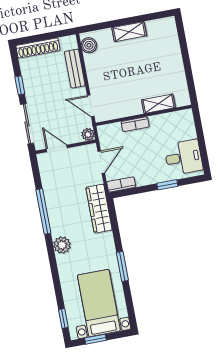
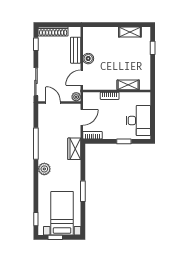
shelving: (129, 32) -> (130, 32), moved
boiler: (89, 45) -> (88, 59), moved
window: (183, 45) -> (153, 48), added
window: (20, 85) -> (36, 44), moved
door: (91, 106) -> (82, 78), hinge flipped
desk: (183, 157) -> (138, 120), width x1.37
wardrobe: (99, 209) -> (74, 149), width x0.67

